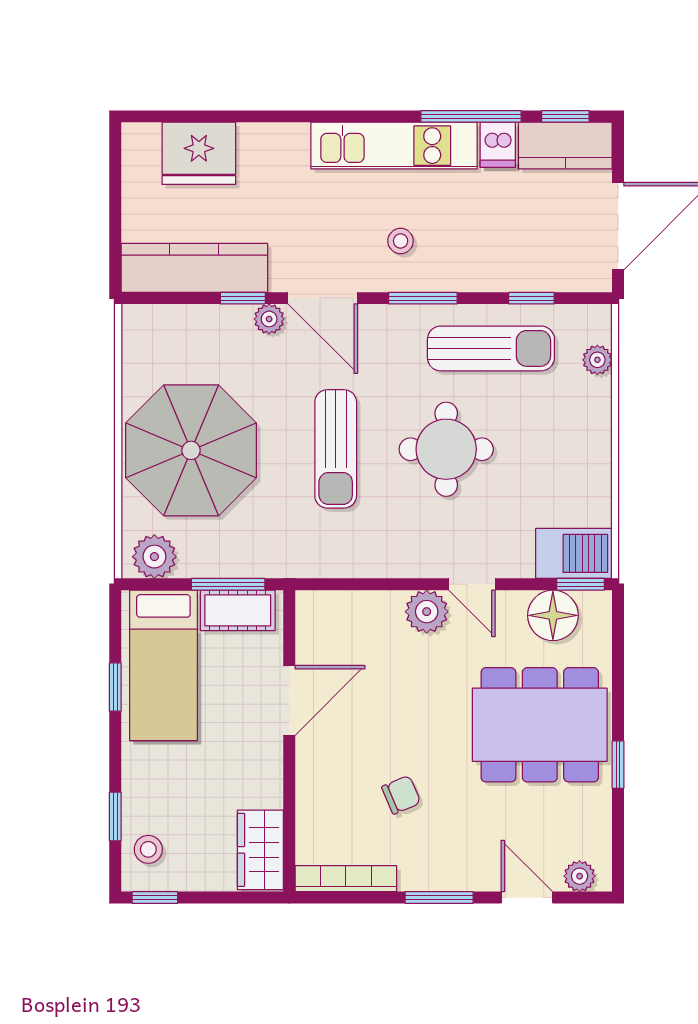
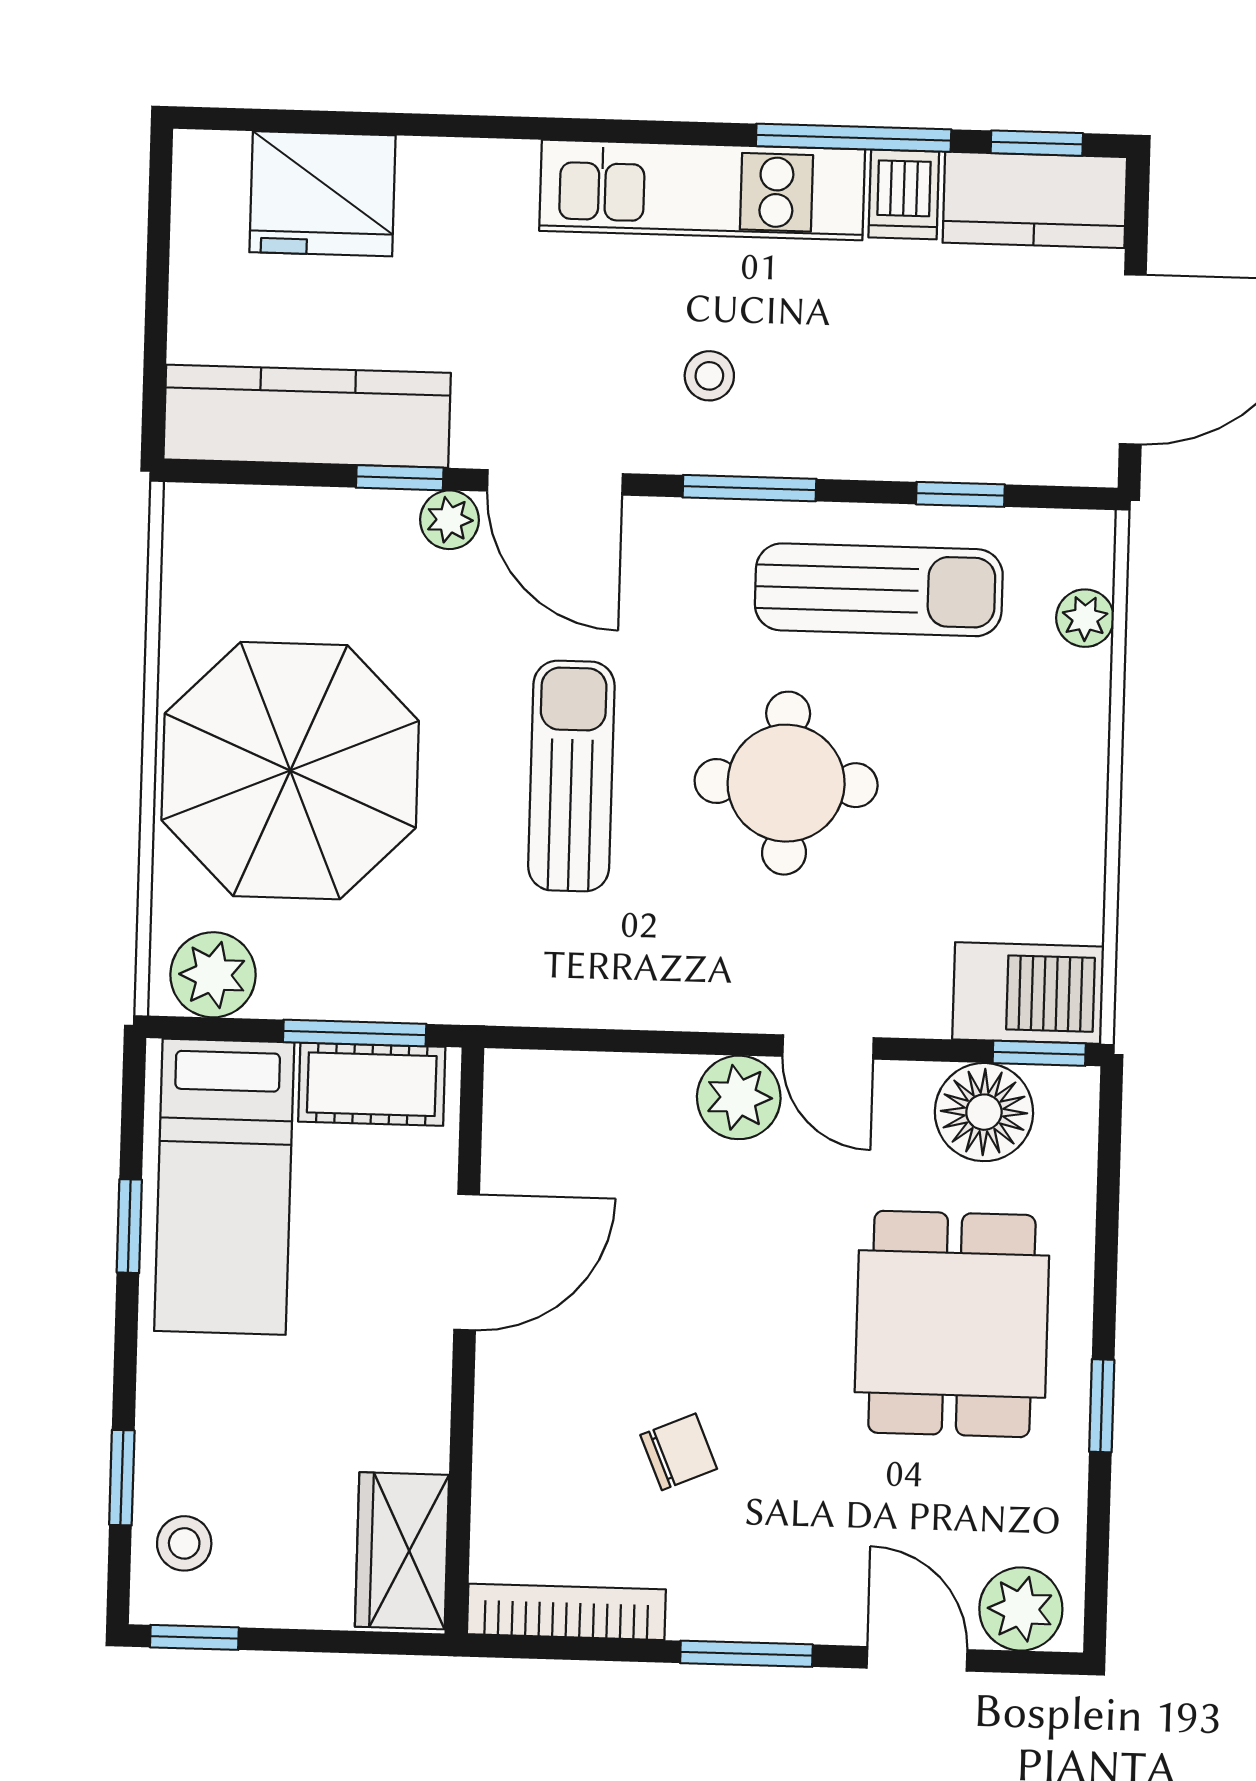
sun lounger: (336, 449) -> (571, 776), turned 180
dining table: (540, 725) -> (952, 1324), width x0.73
plant: (580, 876) -> (1021, 1609), width x1.38, depth x1.38

